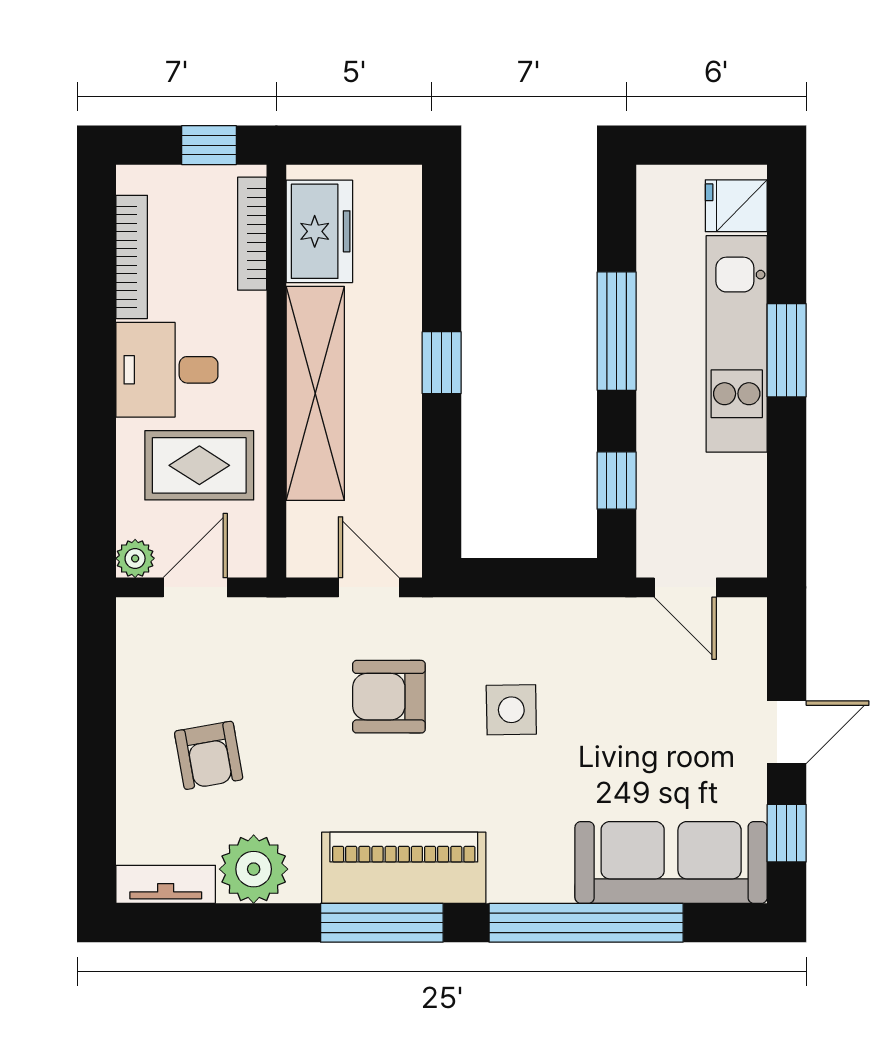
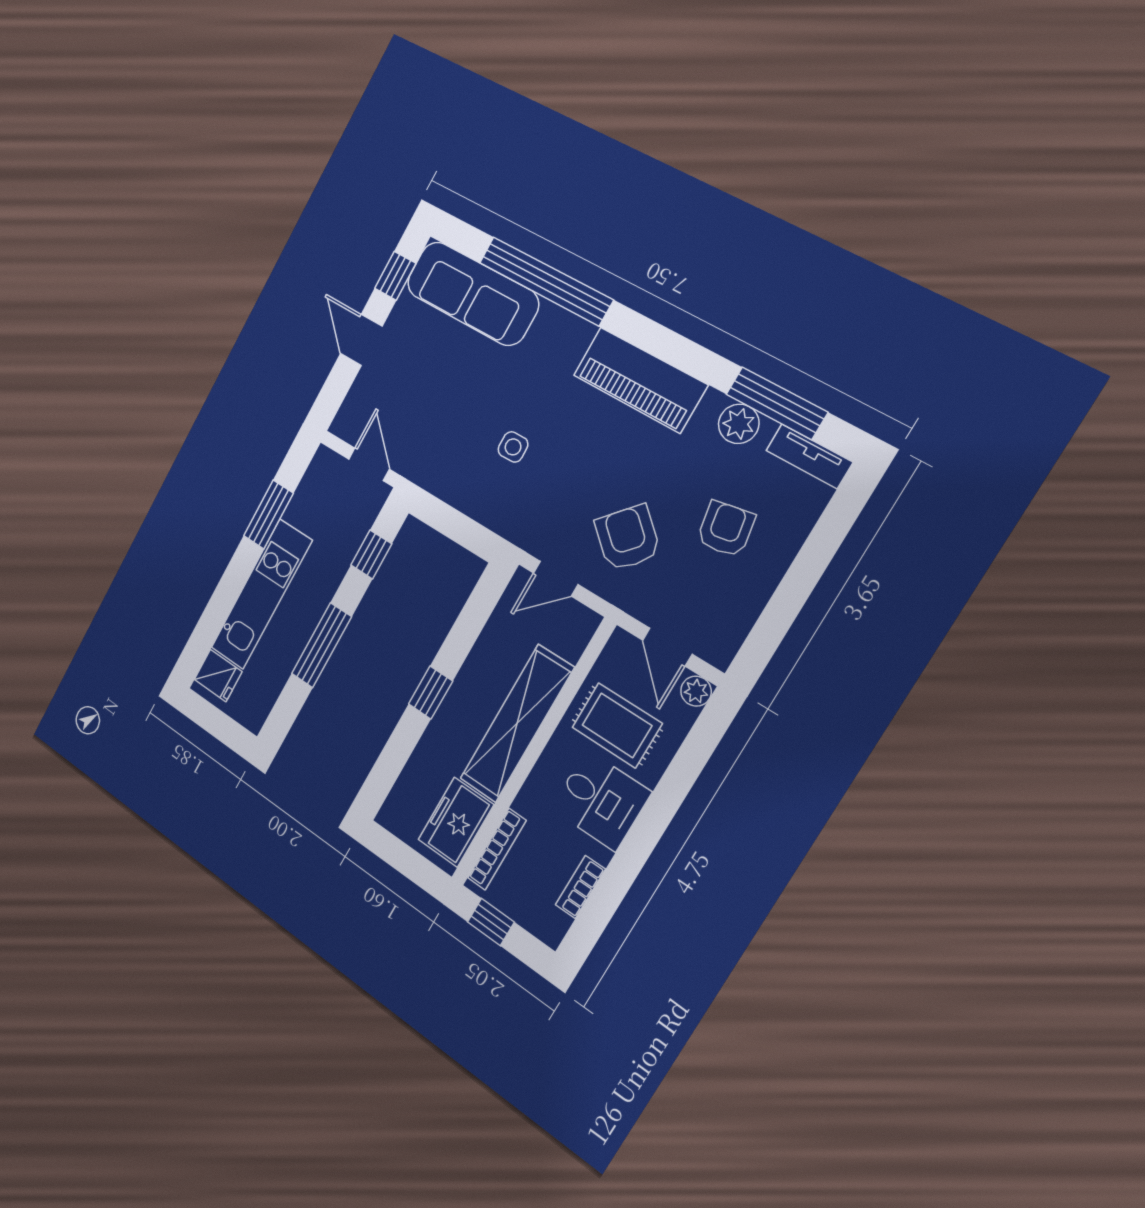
bookcase: (132, 257) -> (580, 887), width x0.64
window: (787, 350) -> (268, 515), moved
door: (195, 587) -> (667, 647), hinge flipped
door: (369, 587) -> (556, 579), hinge flipped
armchair: (389, 697) -> (627, 538), moved, turned -138
side table: (511, 710) -> (513, 447), width x0.73, depth x0.73
door: (787, 732) -> (361, 340), hinge flipped
plant: (254, 869) -> (739, 424), width x0.73, depth x0.73
window: (382, 923) -> (777, 403), moved

